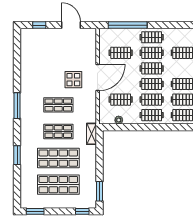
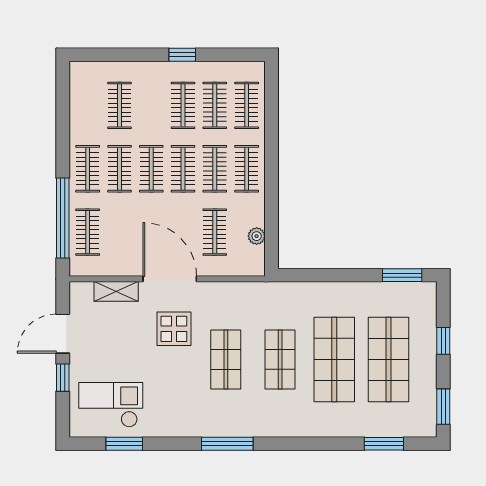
window: (39, 25) -> (63, 378), moved
checkout: (36, 49) -> (111, 405), added
clothes rail: (121, 53) -> (88, 232), moved
window: (17, 55) -> (124, 444), added
shelving: (92, 134) -> (116, 291), moved
window: (17, 155) -> (384, 444), moved
window: (82, 211) -> (443, 341), moved

